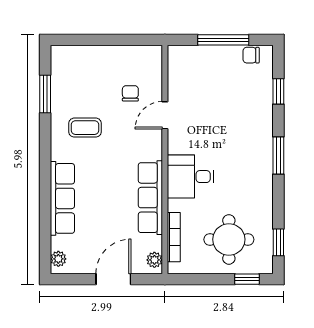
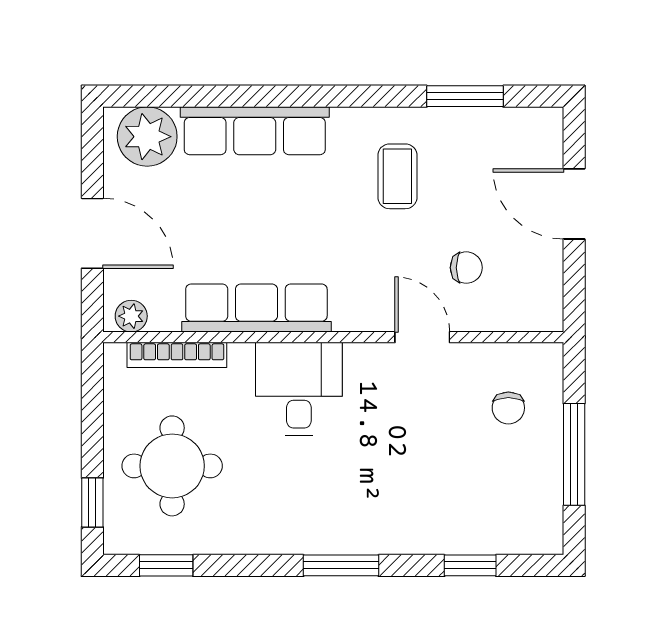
door: (99, 40) -> (574, 204), added
chair: (251, 55) -> (508, 408), moved, turned 180
plant: (58, 259) -> (147, 137), width x1.88, depth x1.88

